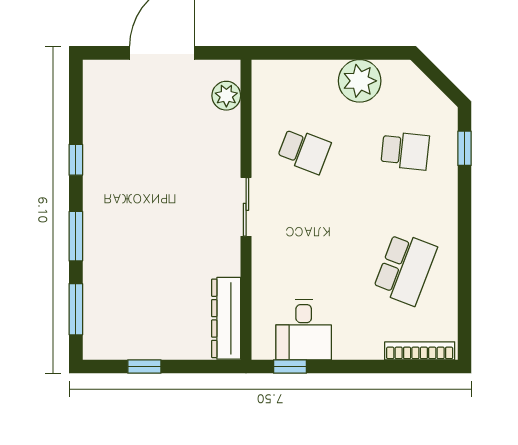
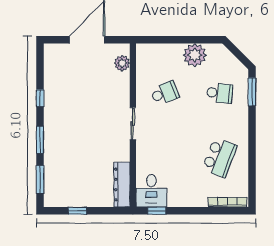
window: (464, 148) -> (252, 92), width x1.50
school desk: (304, 151) -> (165, 93), turned -42
desk: (304, 330) -> (151, 191), moved

